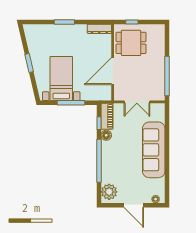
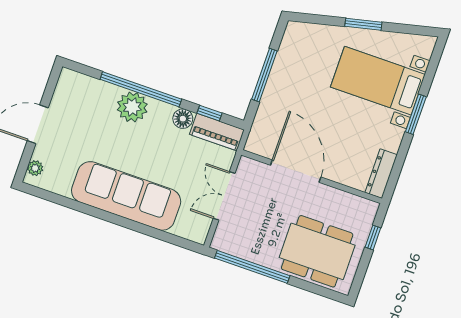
dining table: (131, 43) -> (317, 251), moved, width x1.38
bed with nightstands: (61, 78) -> (378, 81), moved, turned 180
plant: (109, 192) -> (132, 107), moved

